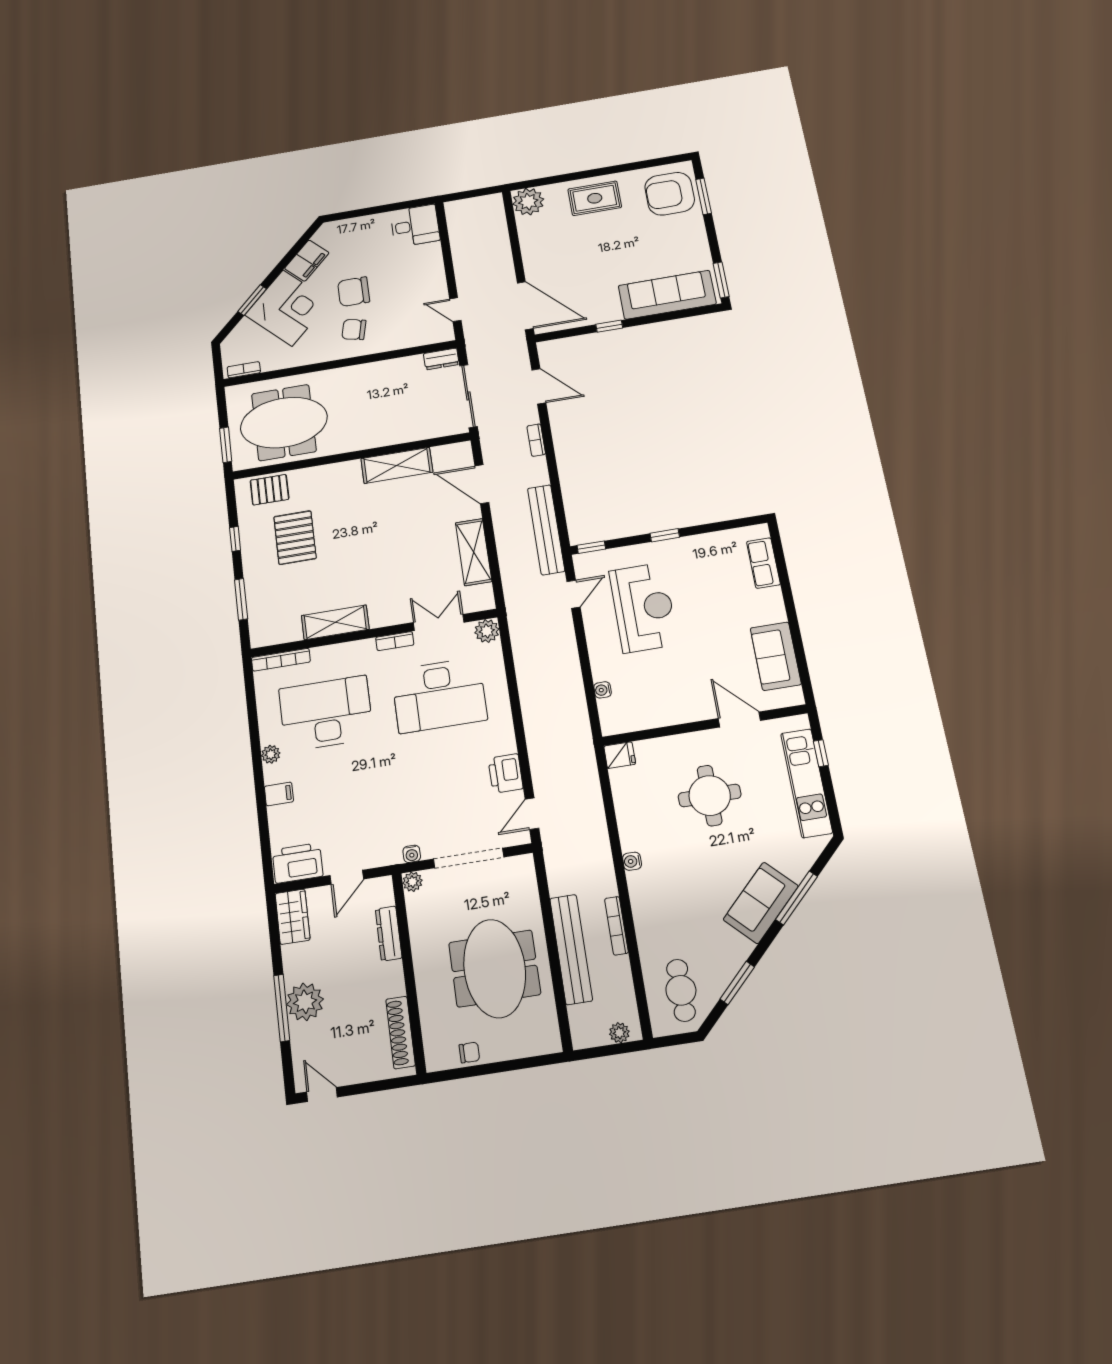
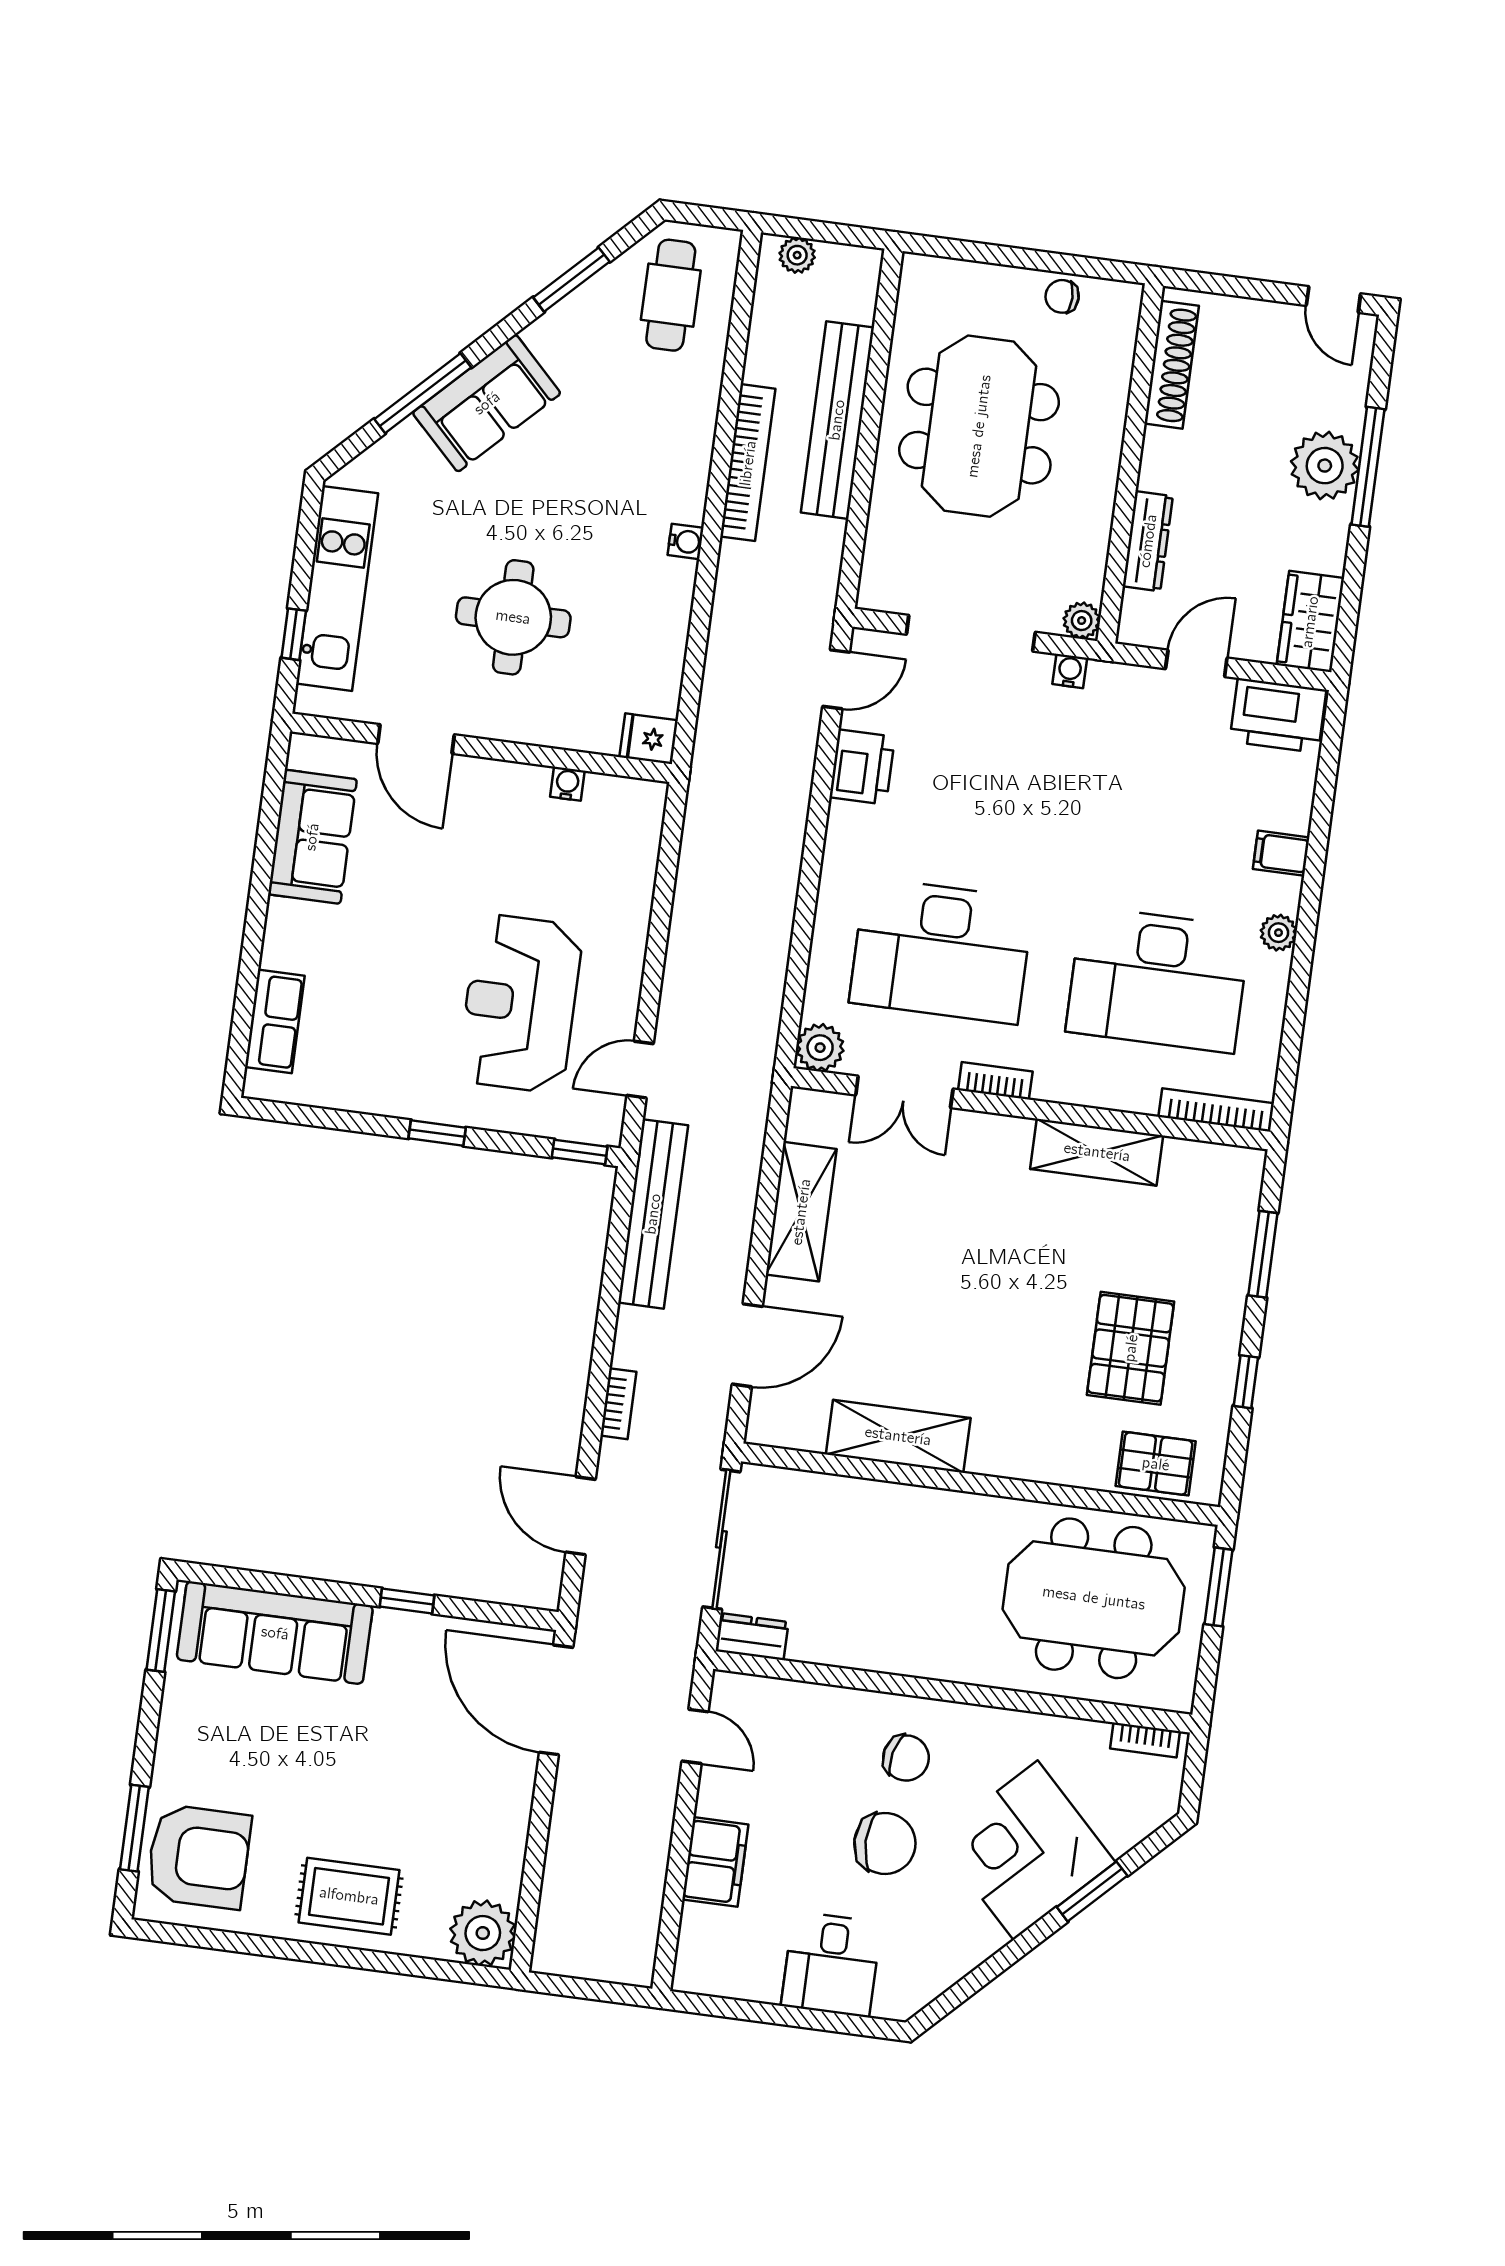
desk: (415, 226) -> (831, 1964), moved, turned -90
filing cabinet: (307, 261) -> (715, 1862), moved, turned 135
door: (482, 484) -> (747, 1345), hinge flipped
water cooler: (603, 690) -> (567, 784), moved, turned -90
desk: (439, 695) -> (941, 951), turned 180
bookcase: (616, 926) -> (748, 463), width x1.48, depth x1.31

